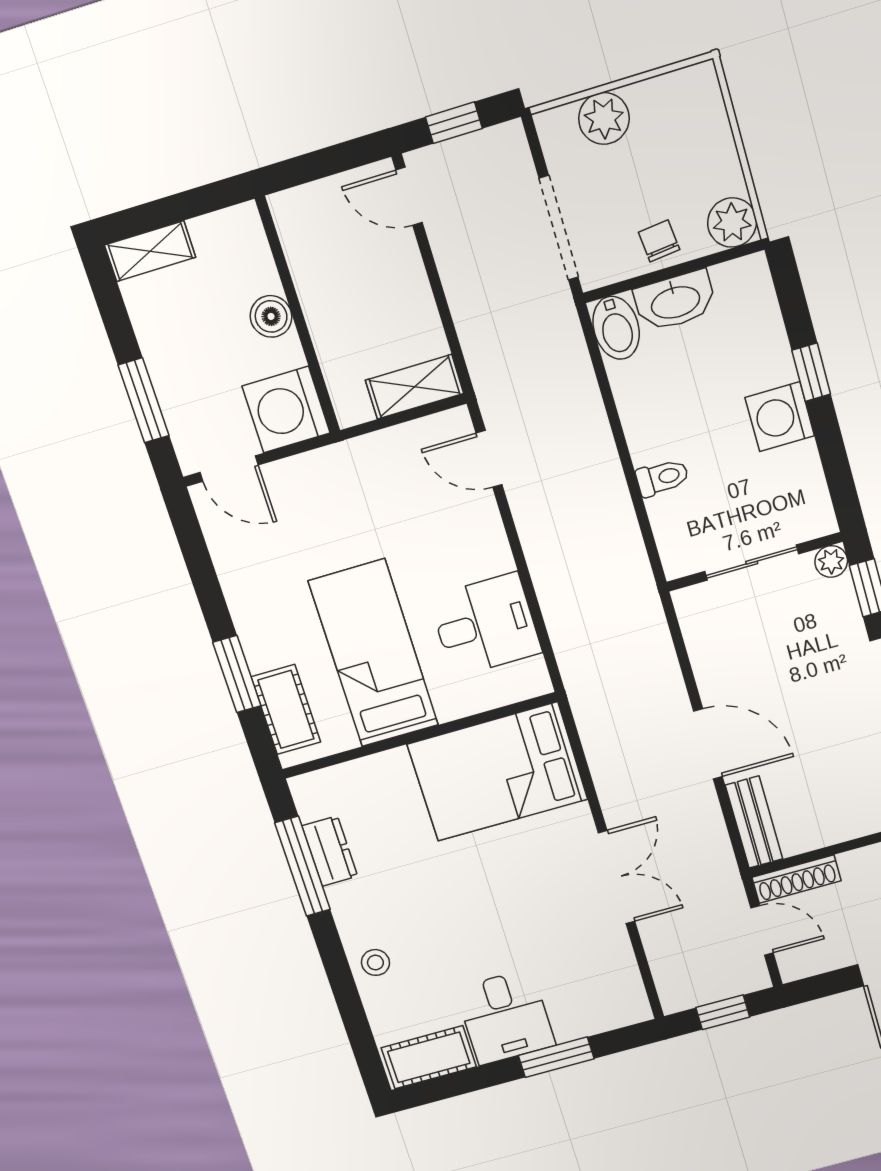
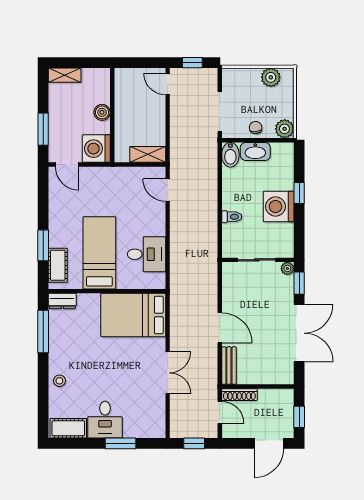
plant: (604, 118) -> (271, 77), moved
washing machine: (780, 417) -> (279, 207), width x1.37, depth x1.37
dresser: (330, 851) -> (62, 301), moved, turned 90

